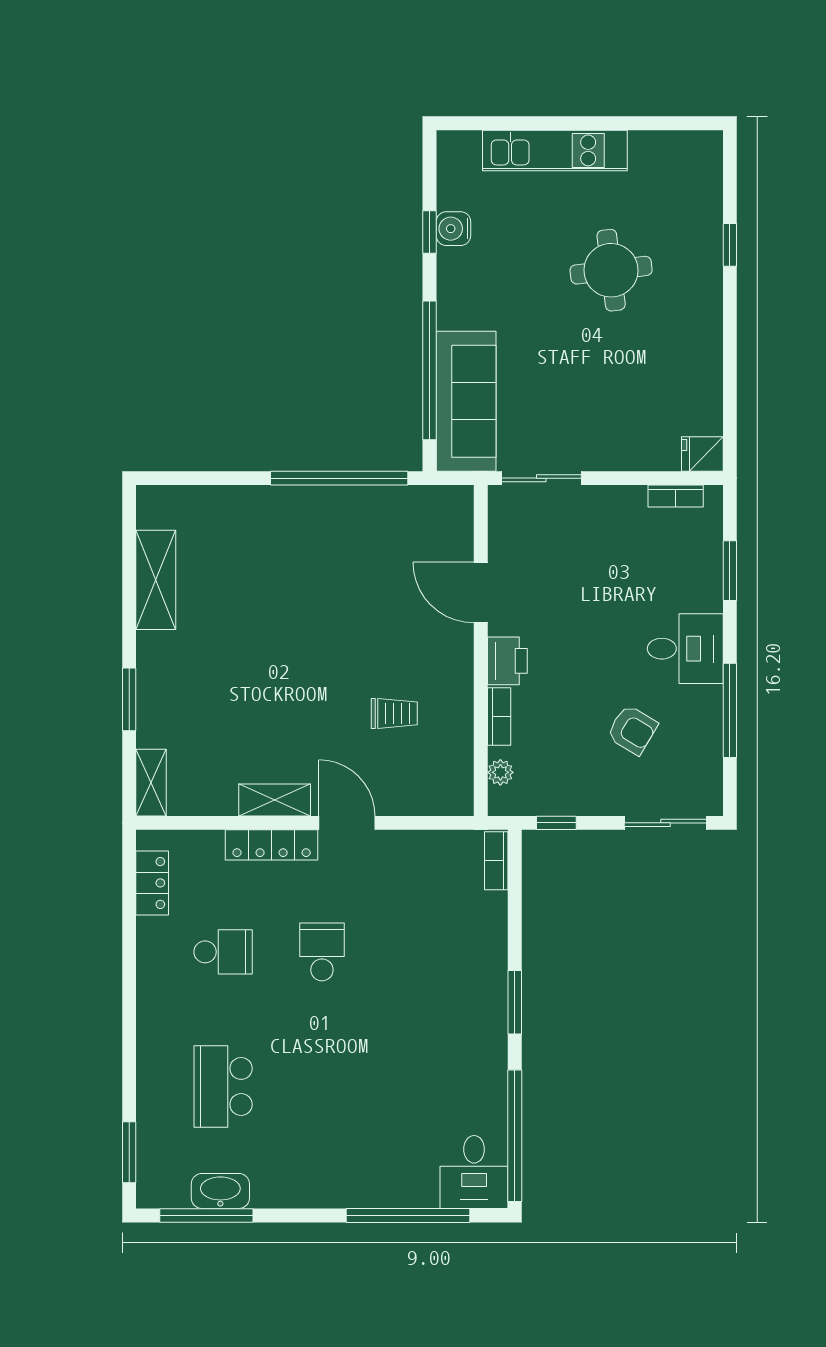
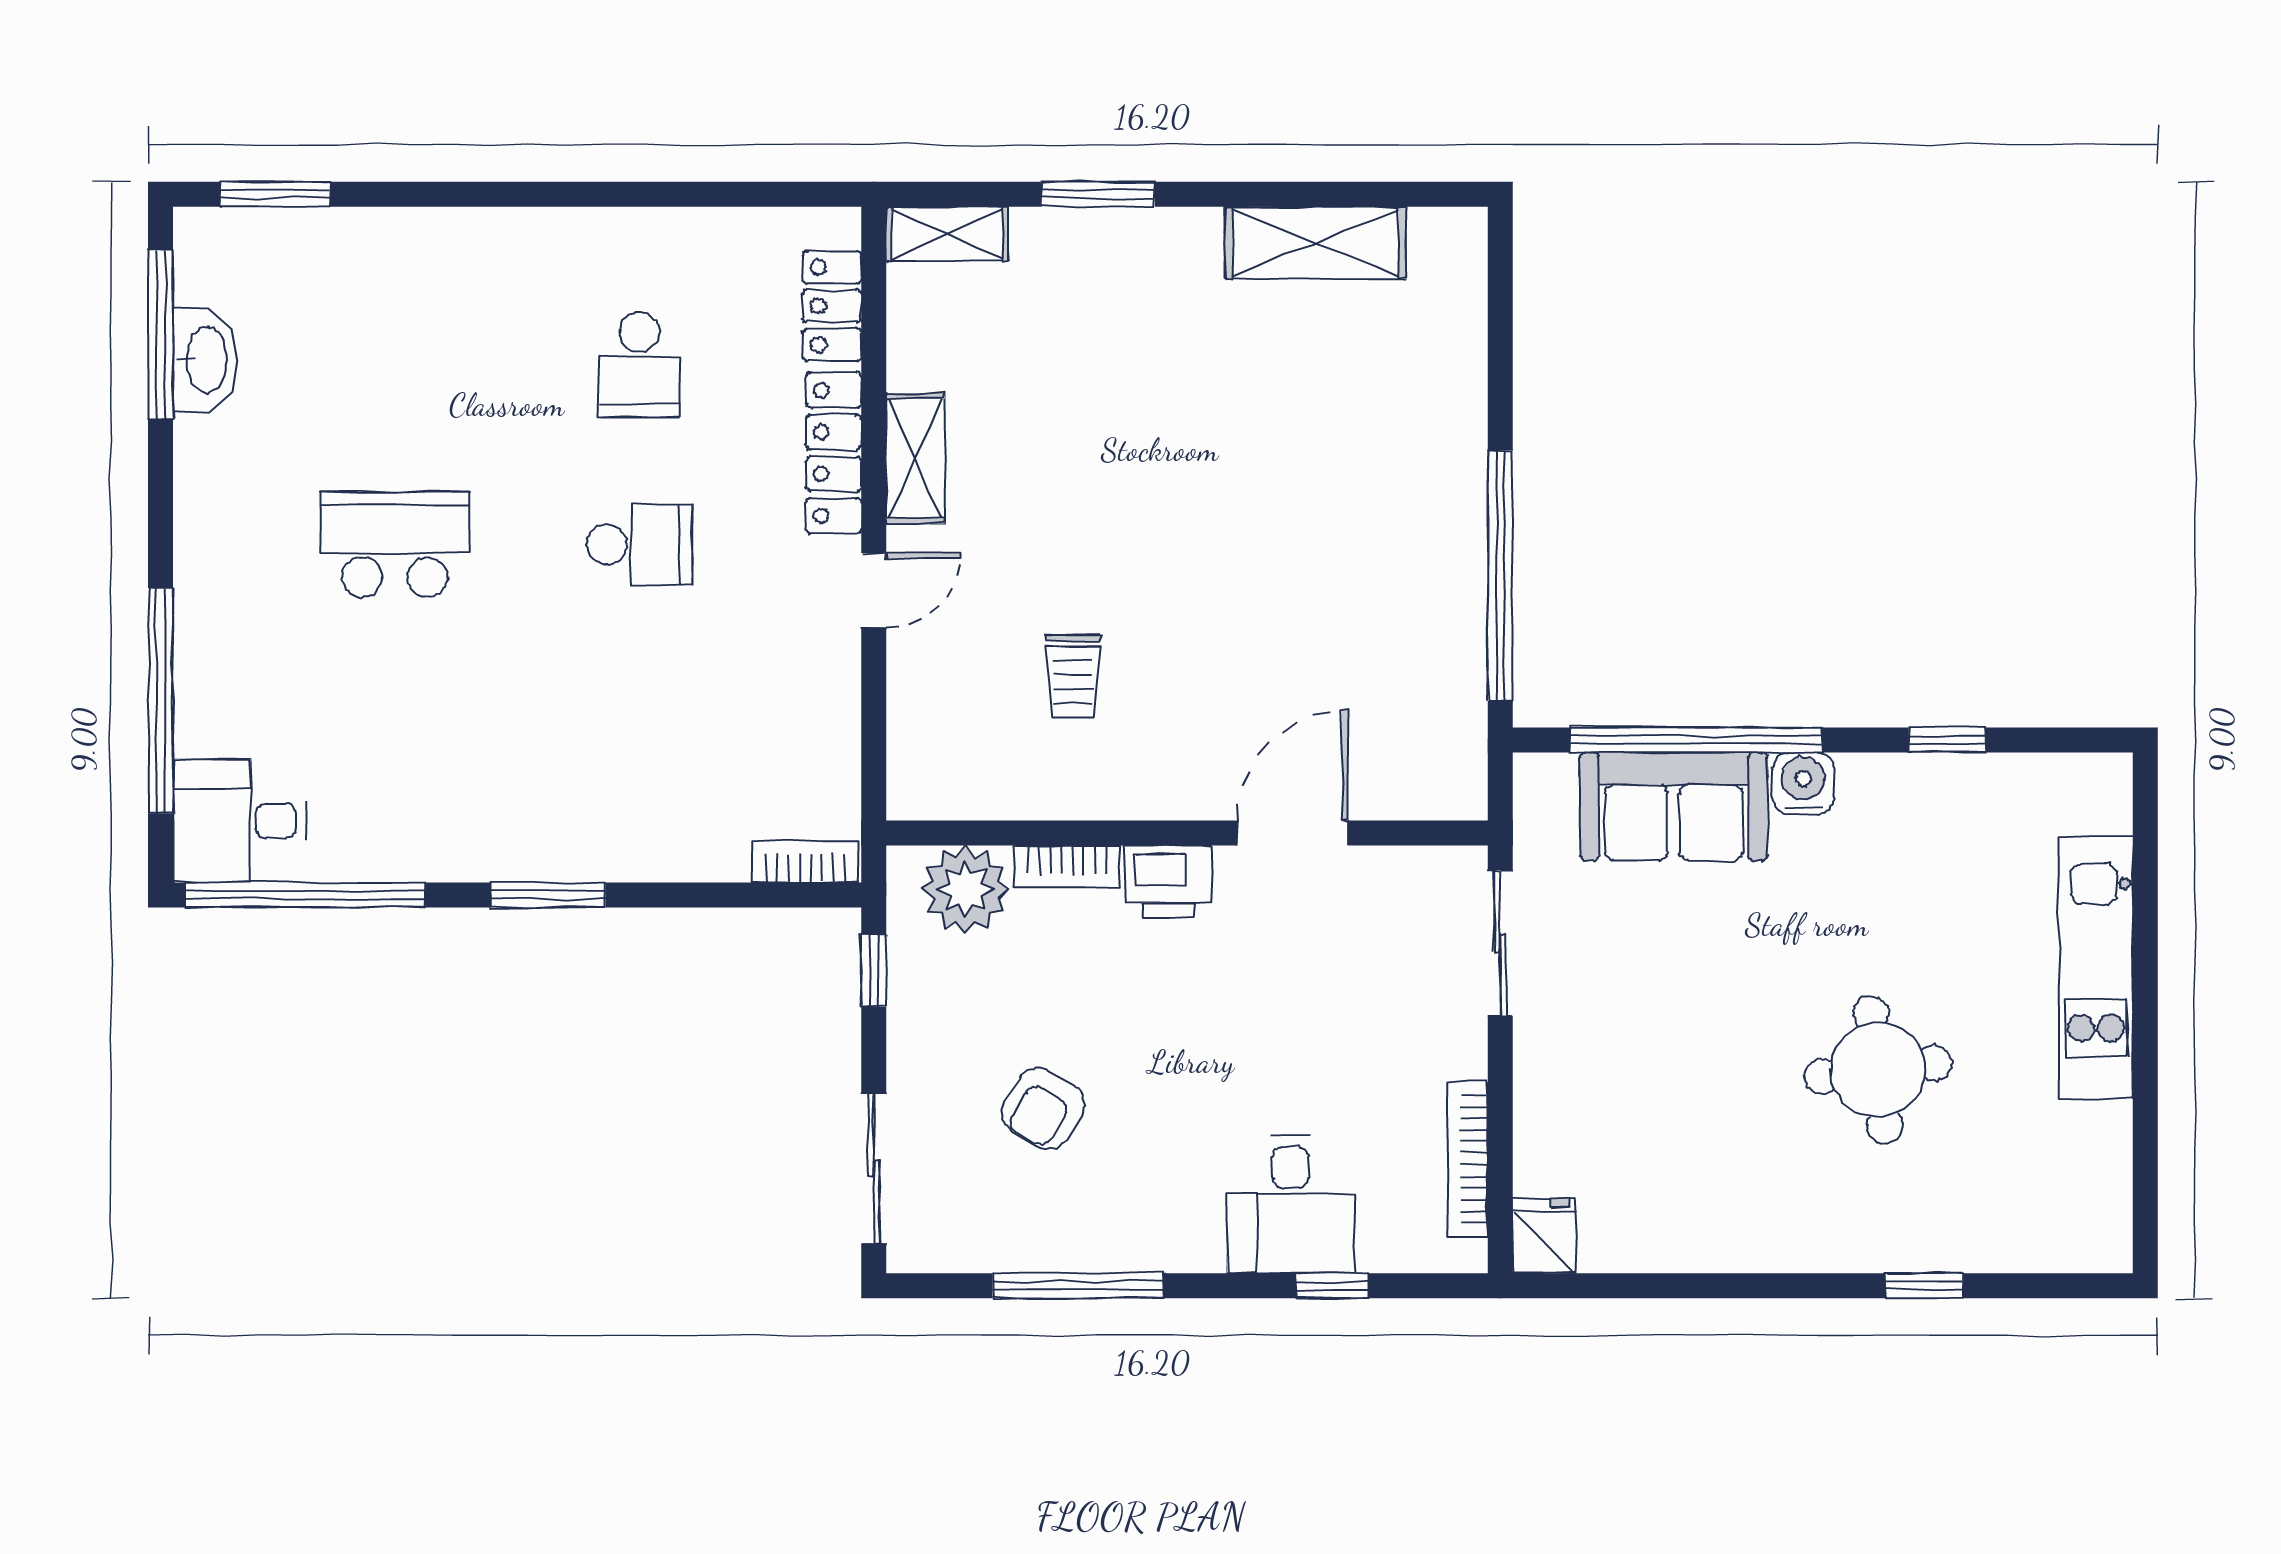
water cooler: (453, 229) -> (1803, 783), moved
sofa: (466, 401) -> (1674, 806), width x0.73
bookcase: (676, 496) -> (1468, 1159), width x1.56
window: (730, 571) -> (1332, 1286), width x0.67
desk: (685, 649) -> (1291, 1205), moved
plant: (500, 772) -> (966, 889), width x1.87, depth x1.87
door: (347, 823) -> (874, 590), width x0.73
locker: (152, 883) -> (832, 306), moved, turned 90
school desk: (223, 1086) -> (395, 545), moved

